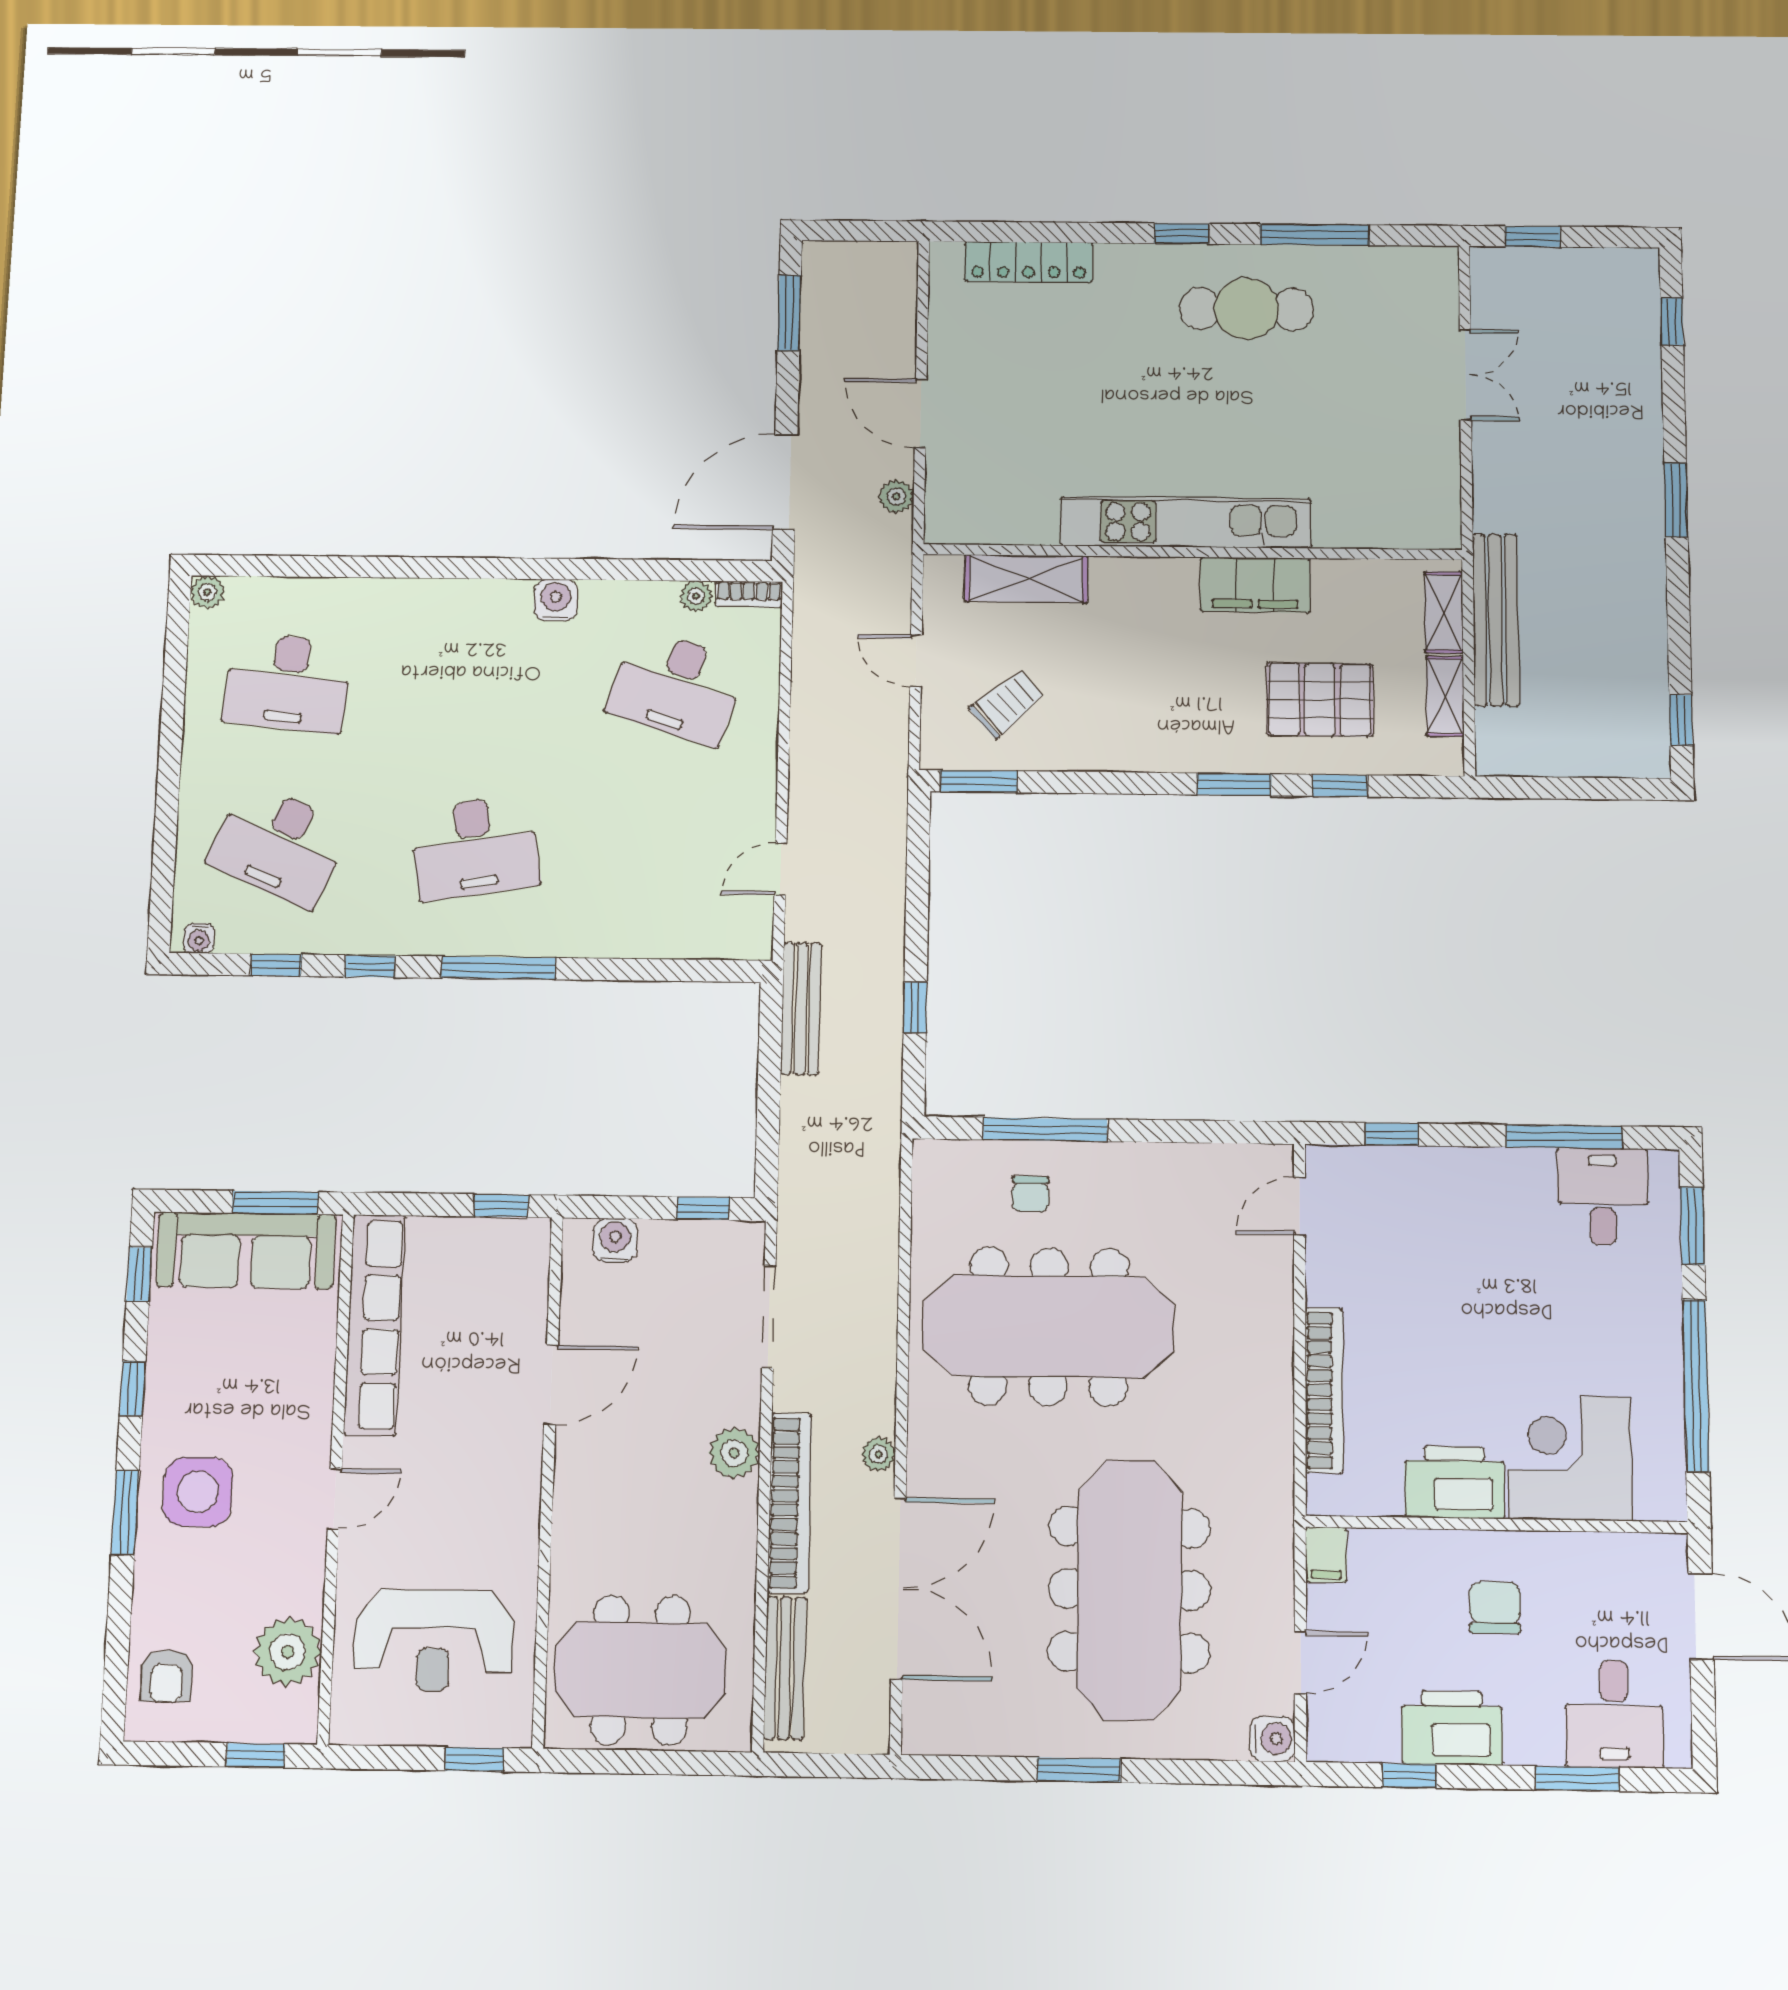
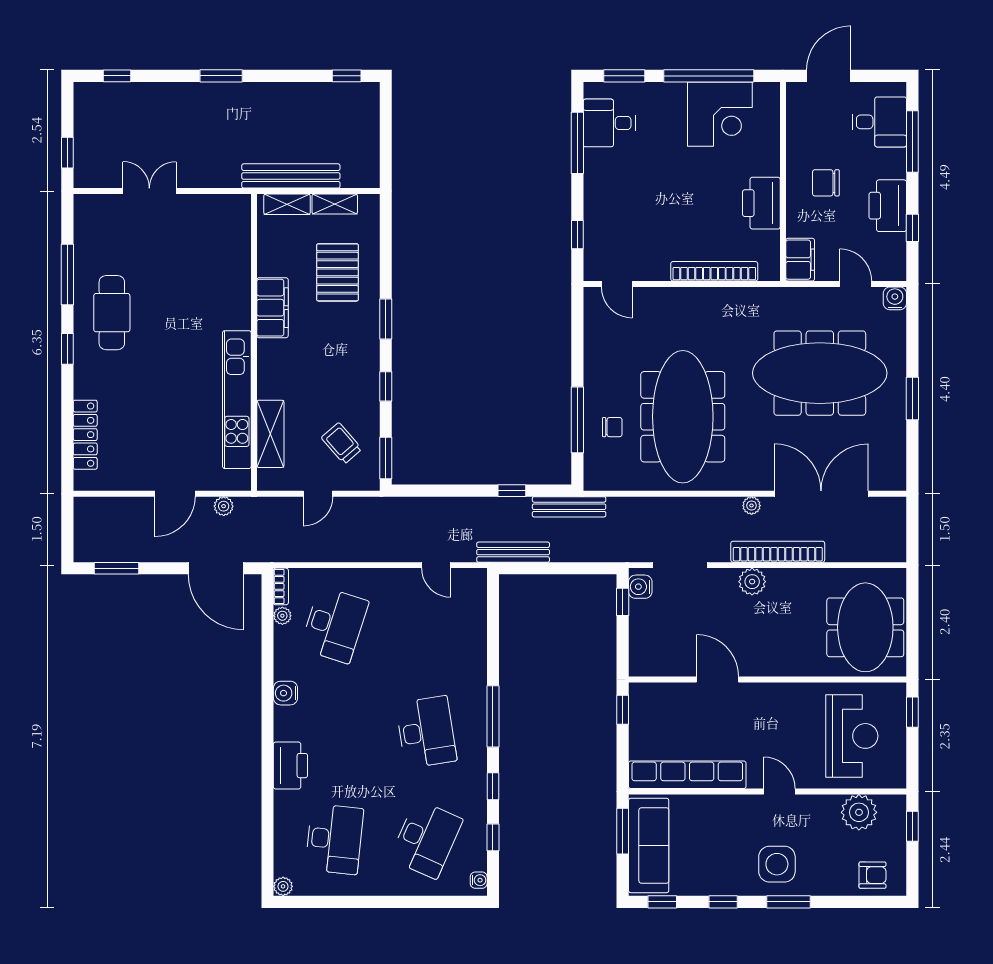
kitchen unit: (1186, 522) -> (237, 400), moved
printer: (425, 607) -> (290, 766), added
window: (1340, 786) -> (386, 386), moved
water cooler: (615, 1240) -> (640, 587), moved
corner desk: (1569, 1458) -> (720, 114), moved, turned -90
filing cabinet: (1326, 1555) -> (800, 260), width x2.00
bench: (785, 1668) -> (569, 507), moved
window: (1577, 1779) -> (912, 142), width x1.44

